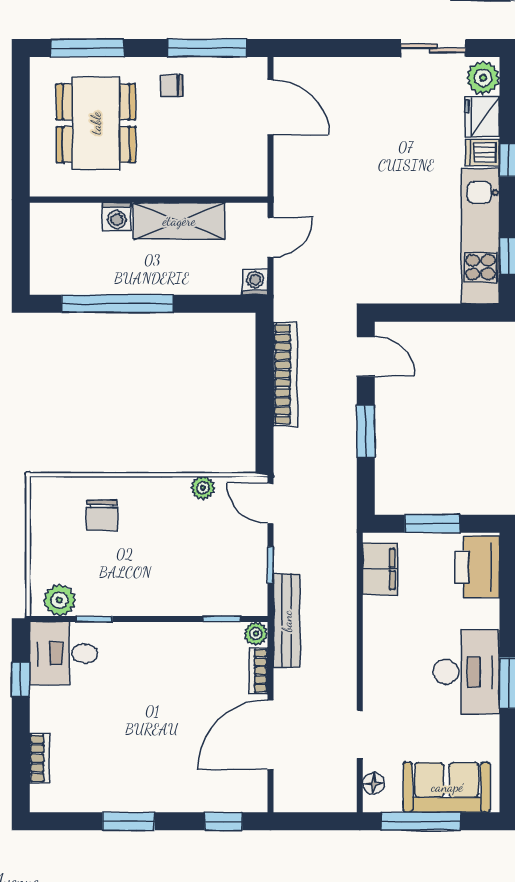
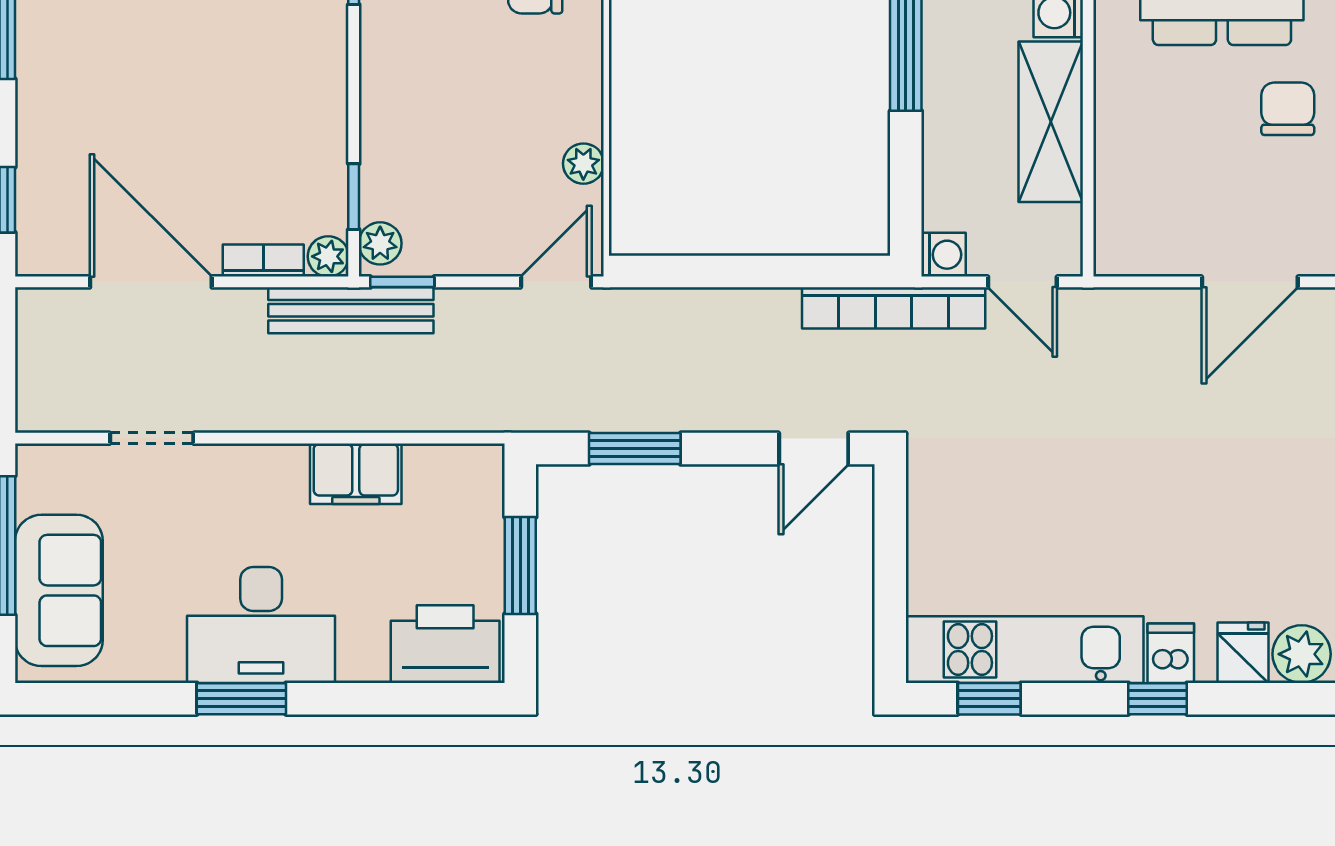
chair: (172, 86) -> (1288, 109), width x1.37, depth x1.37
fridge: (482, 117) -> (1243, 653), width x0.72
bookcase: (285, 374) -> (894, 308), moved
window: (366, 431) -> (635, 449), moved
window: (271, 565) -> (402, 282), moved
filing cabinet: (380, 569) -> (356, 474), moved
plant: (249, 604) -> (380, 243), added
floor lamp: (374, 783) -> (66, 462), removed

